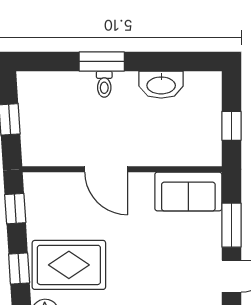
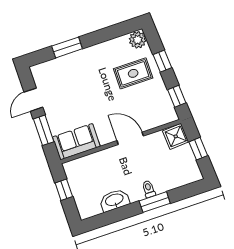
shower: (37, 149) -> (176, 136), added
rug: (69, 265) -> (133, 73), width x0.73, depth x0.70

